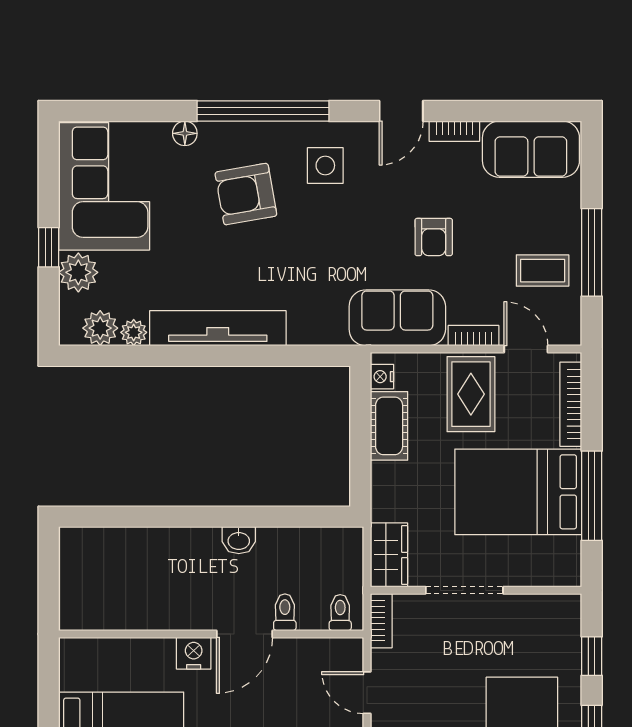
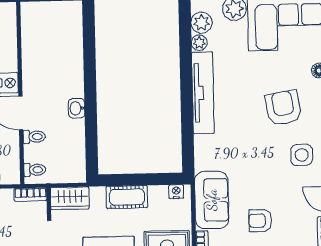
cot: (389, 426) -> (127, 197), moved

